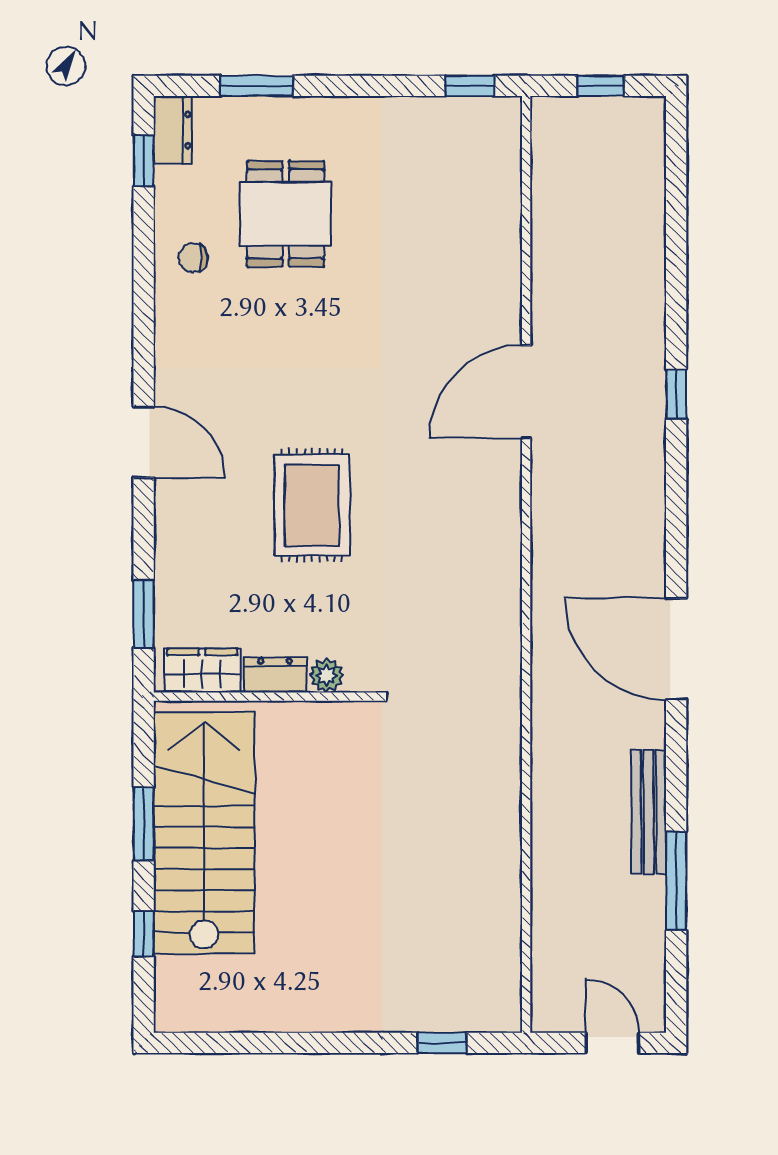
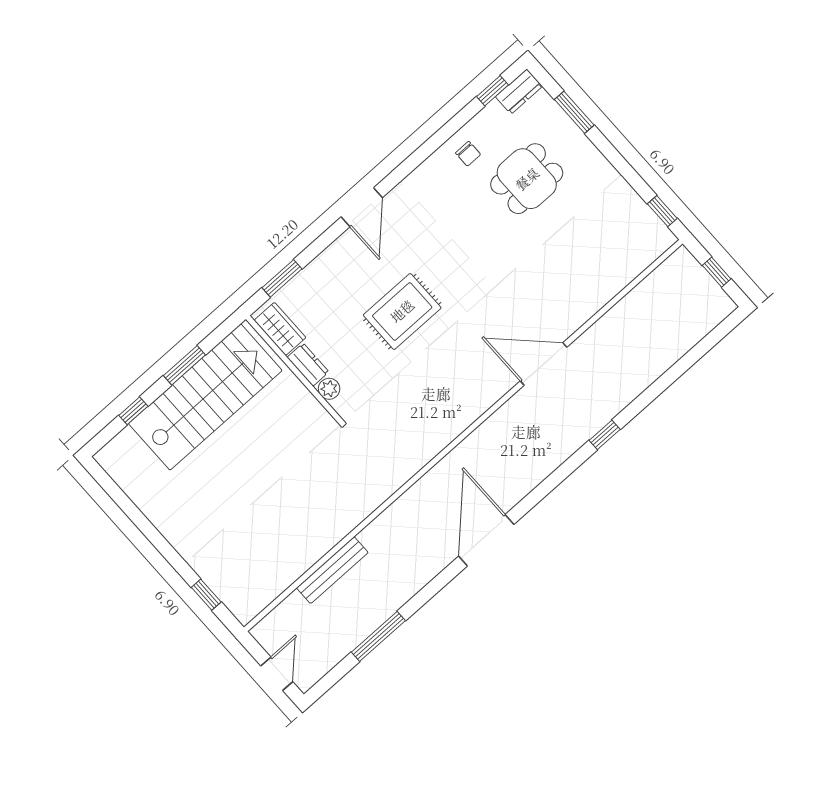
chair: (193, 258) -> (468, 154), turned 180
bench: (649, 812) -> (332, 570), moved

